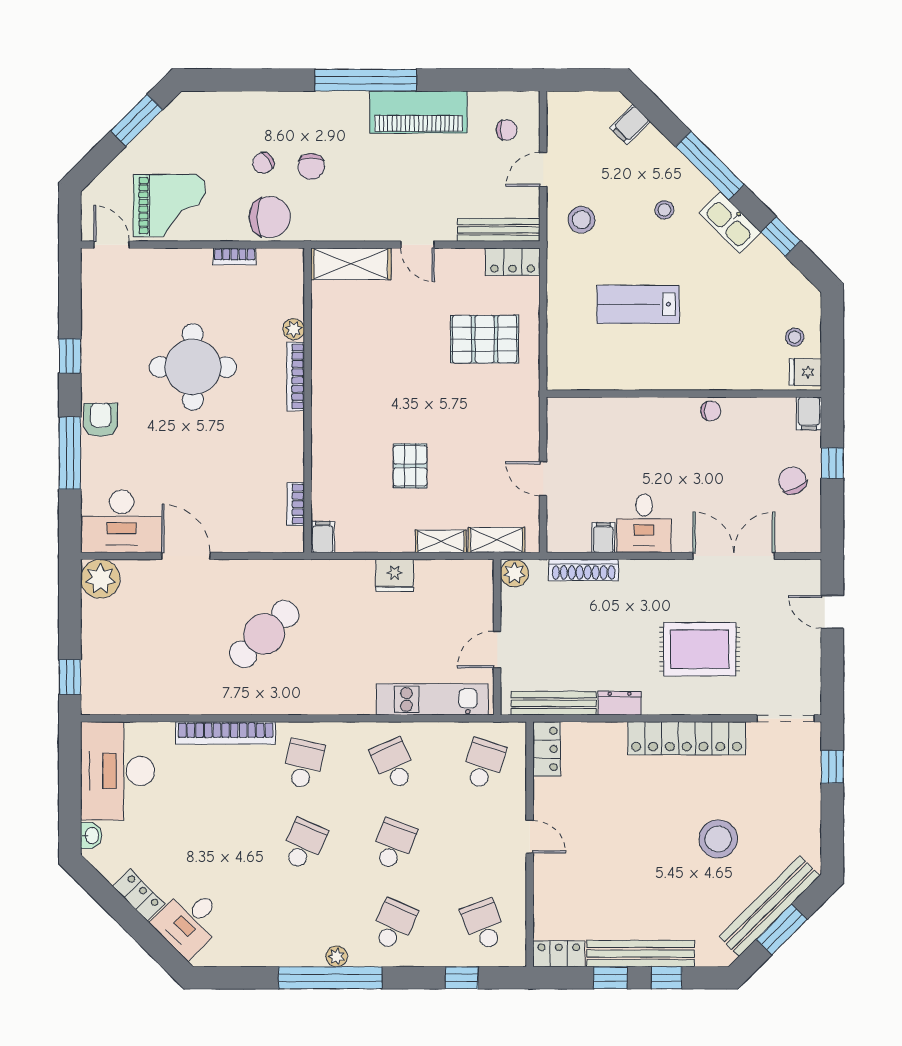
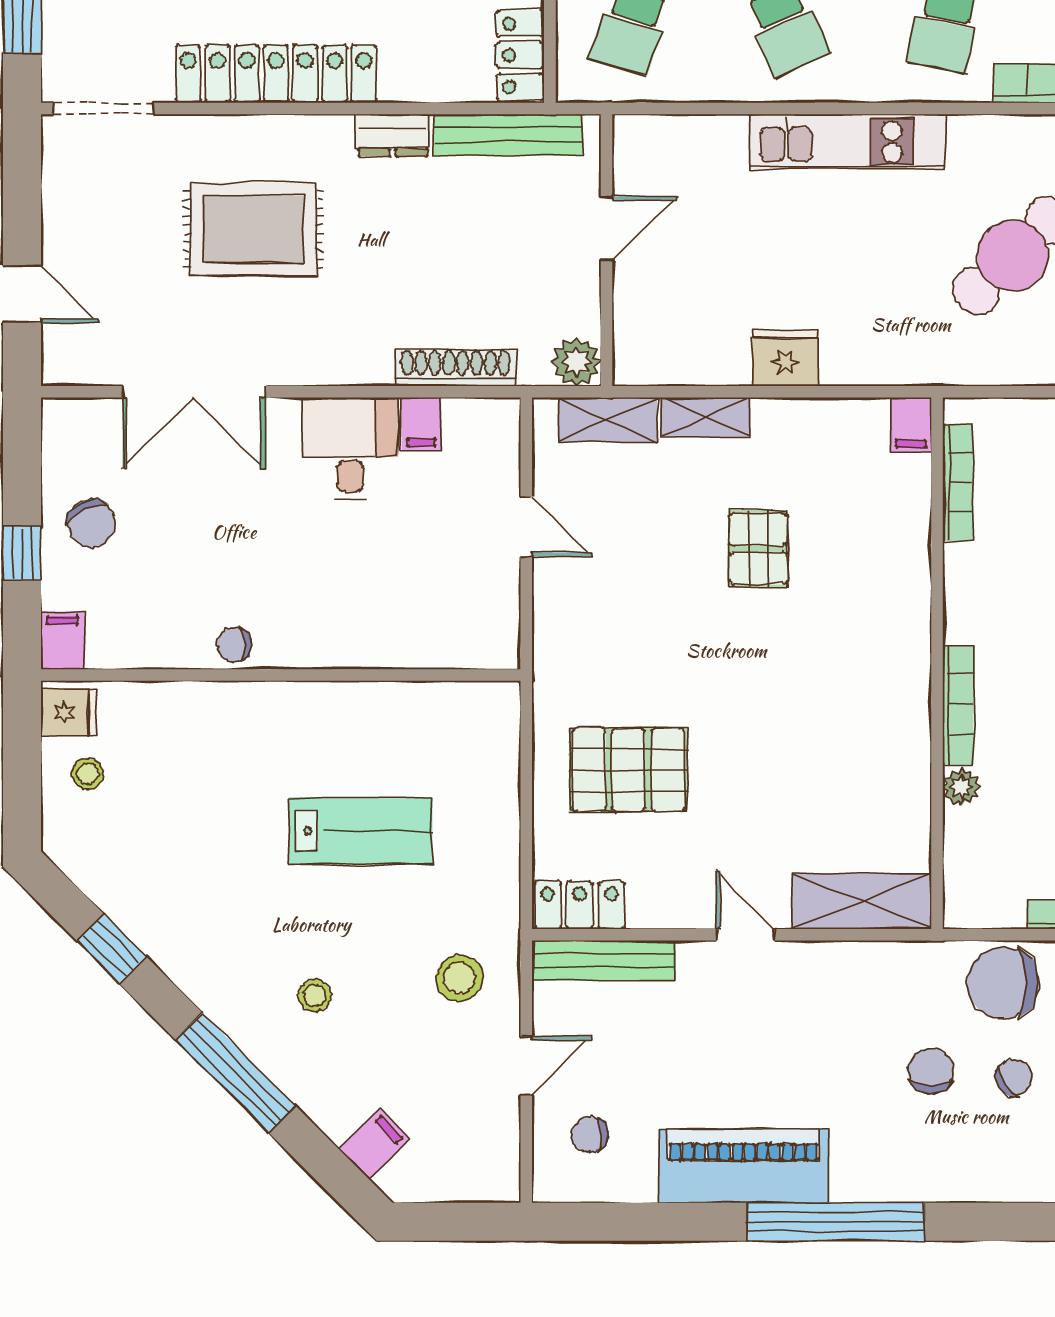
kitchen sink: (730, 223) -> (200, 973), removed
bookcase: (296, 504) -> (958, 482), width x1.56
kitchen unit: (432, 699) -> (847, 142), moved

